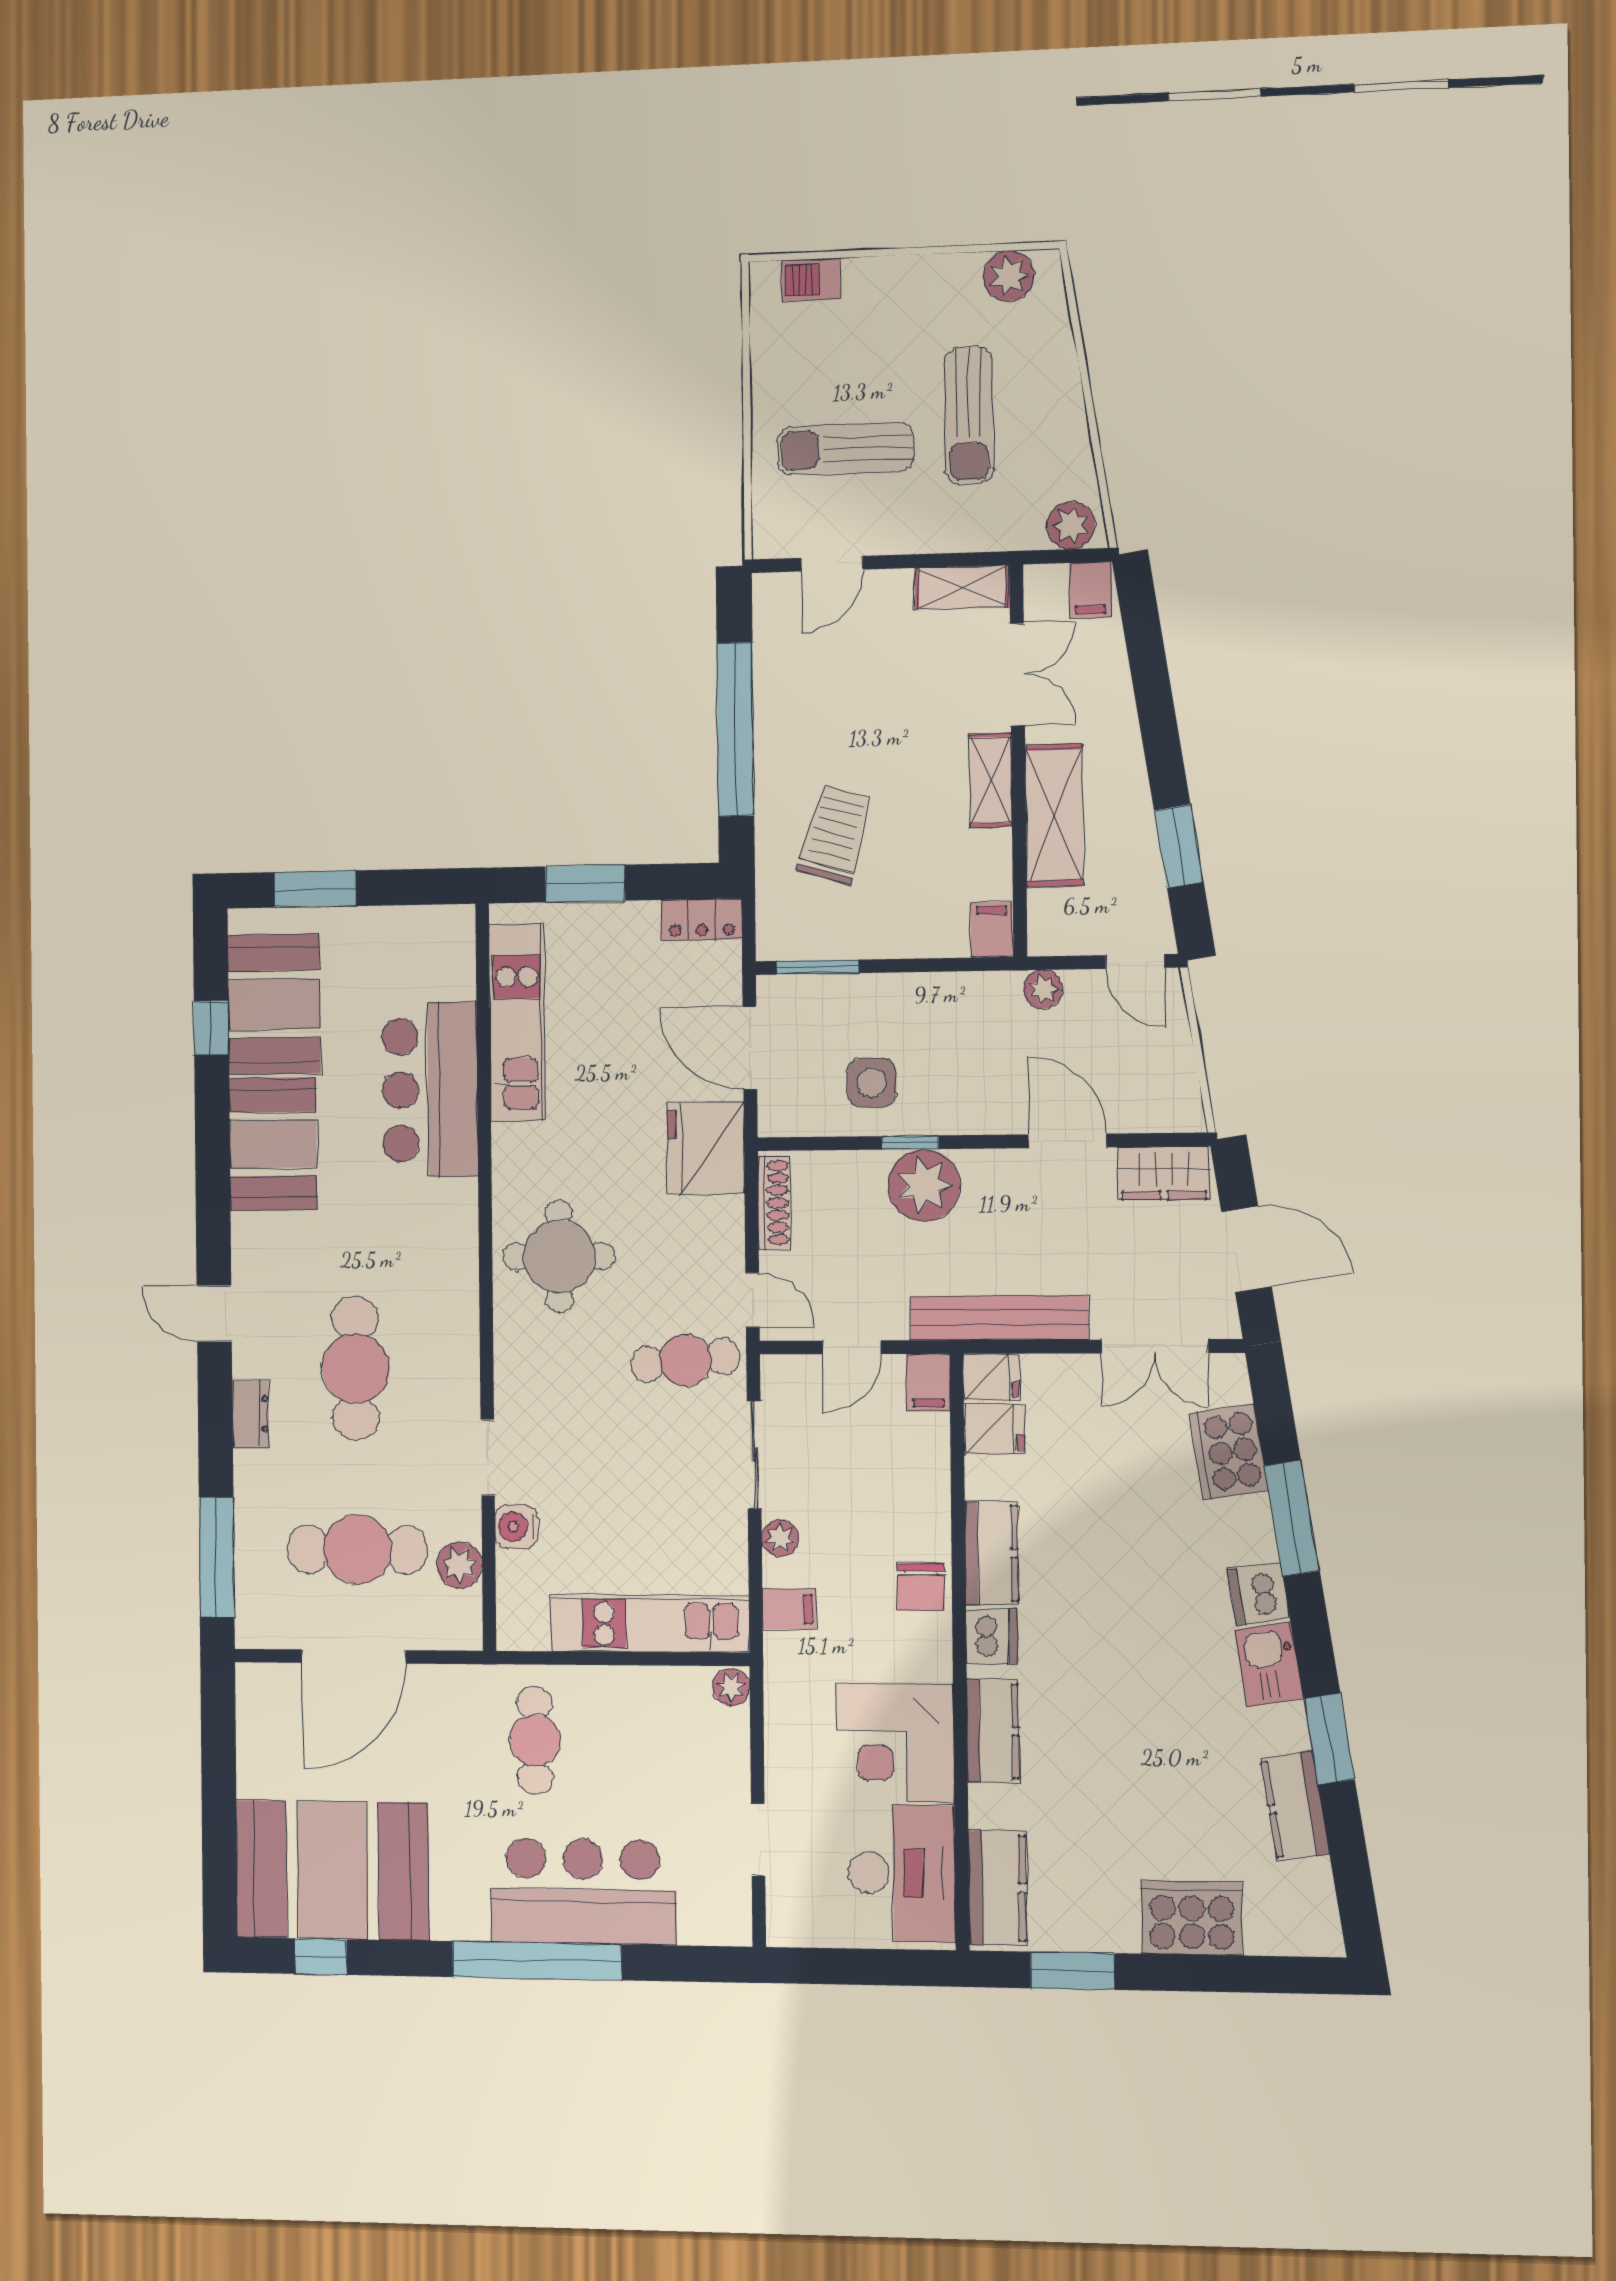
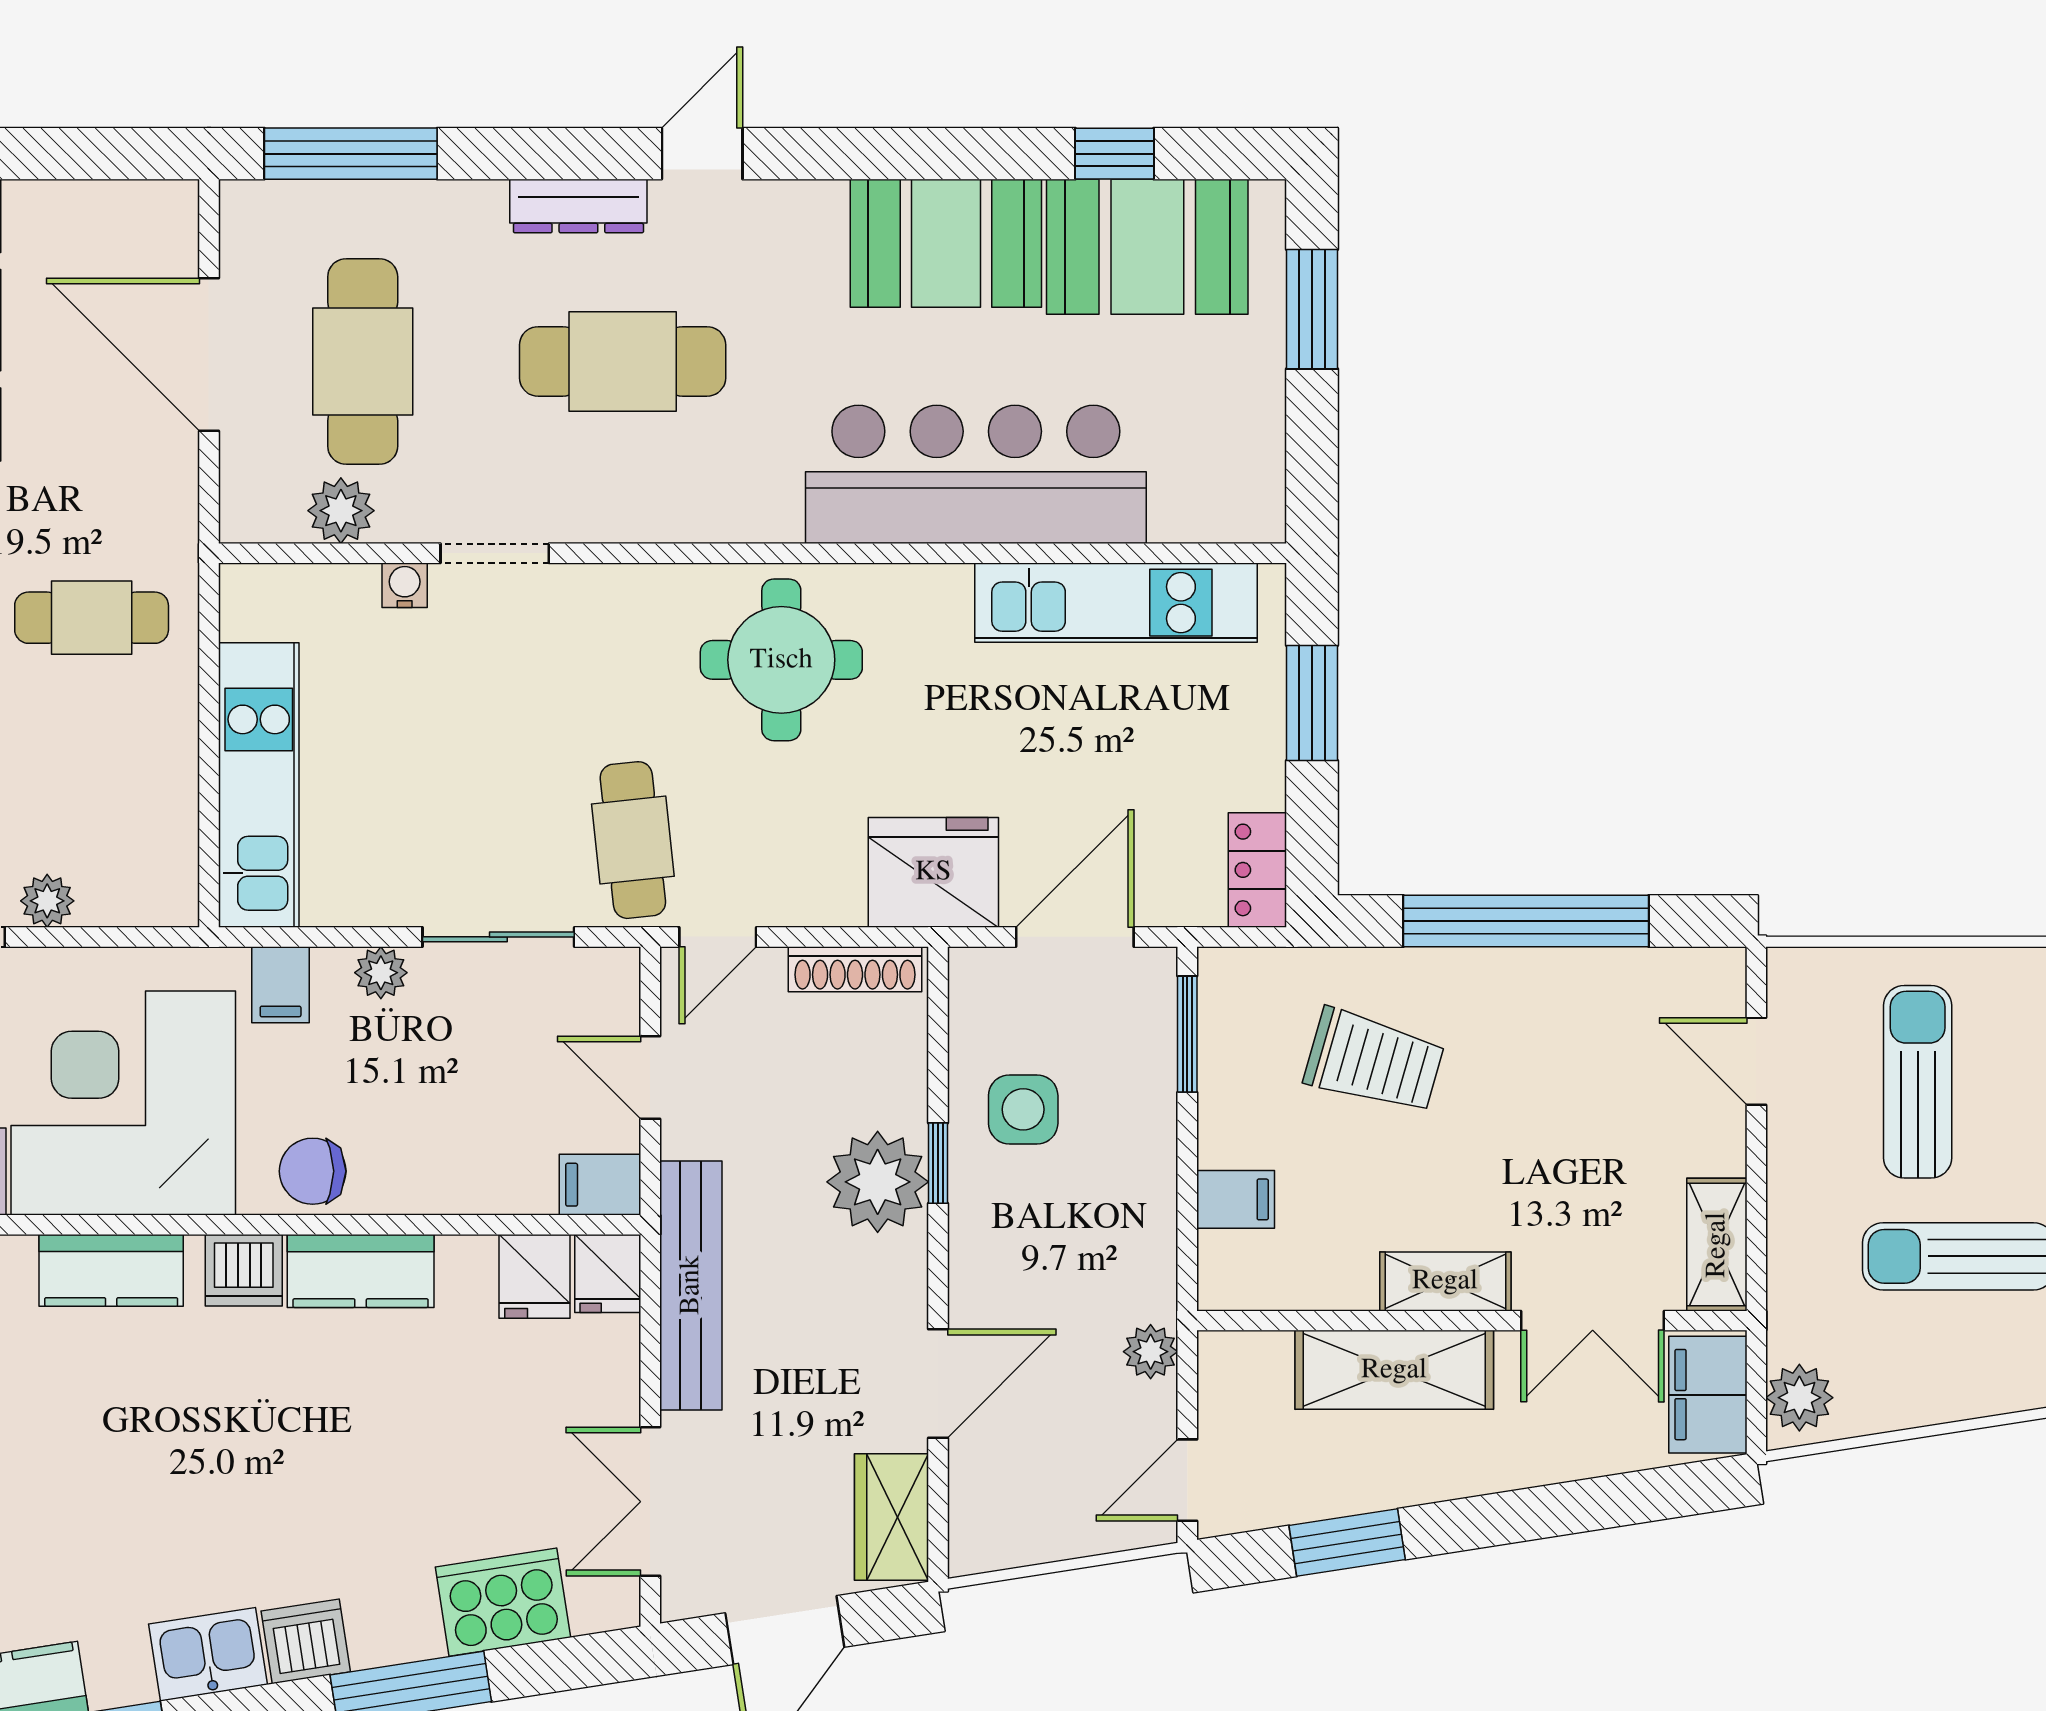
filing cabinet: (1090, 590) -> (1708, 1395), width x2.00
filing cabinet: (991, 930) -> (1236, 1199), moved
bar counter: (430, 1090) -> (976, 474), width x1.36
dresser: (251, 1414) -> (578, 206), width x1.44
water cooler: (516, 1527) -> (405, 585), width x0.72, depth x0.72
plant: (731, 1687) -> (47, 901), moved
corner desk: (895, 1743) -> (123, 1103), width x1.36, depth x1.36

